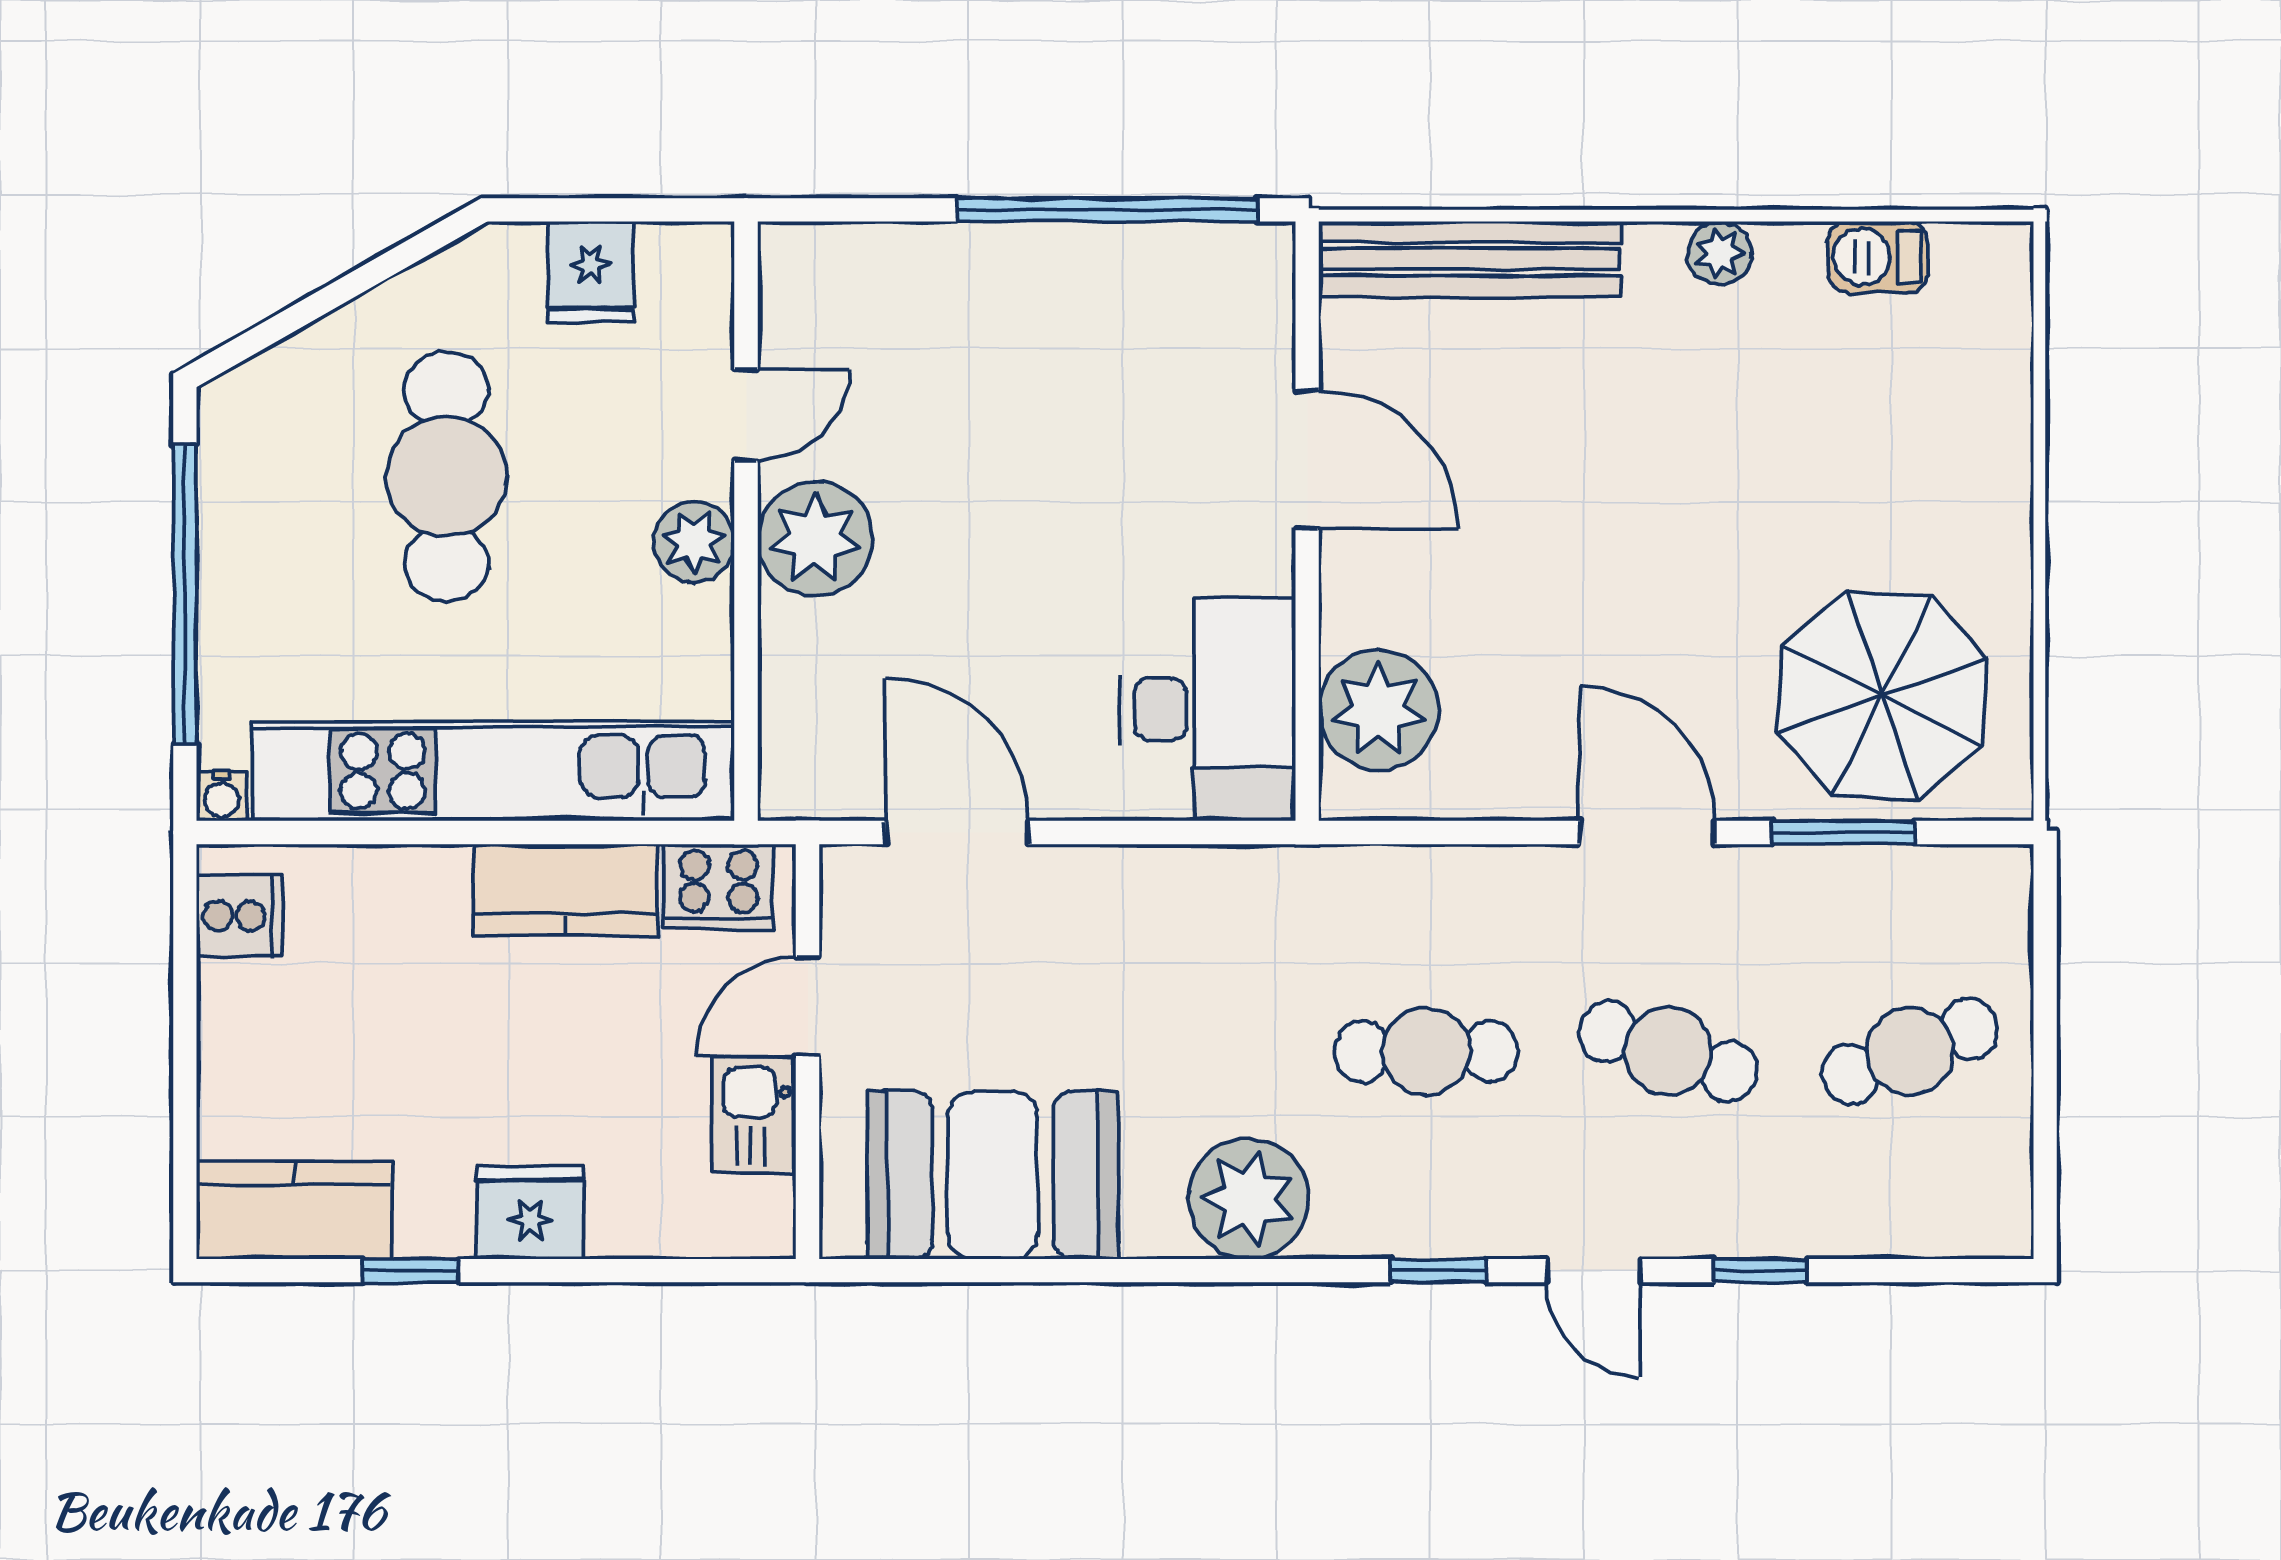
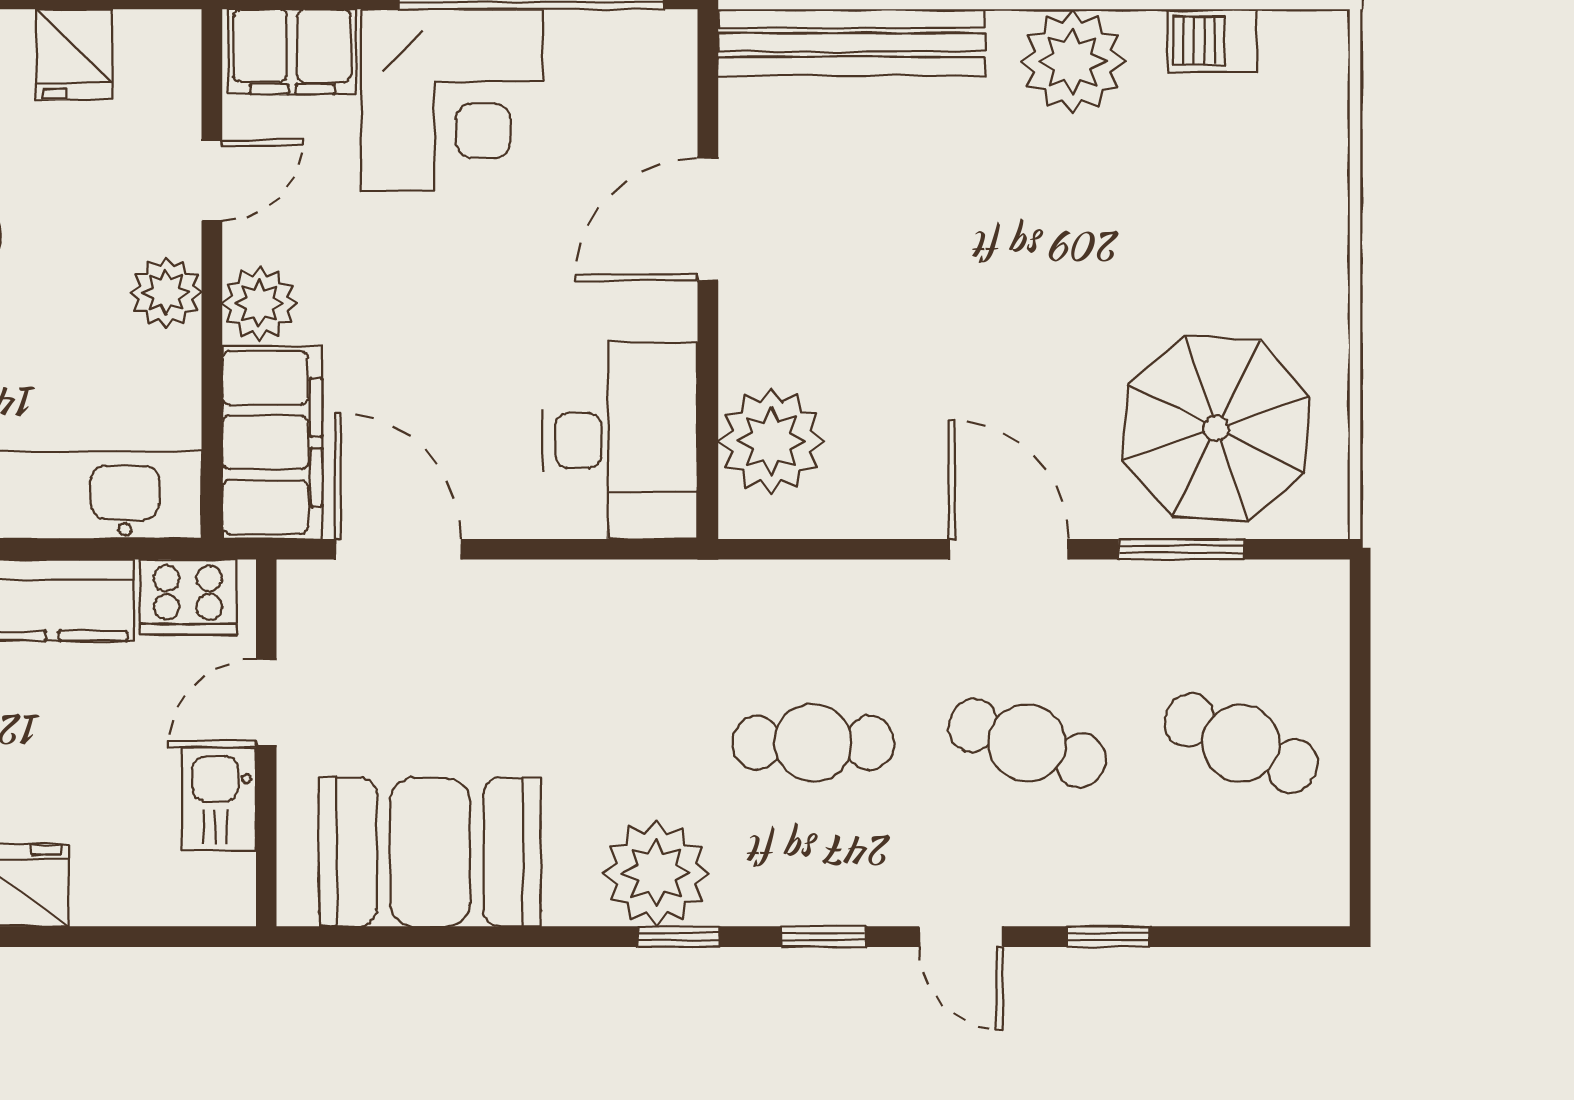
plant: (1720, 253) -> (1072, 62), width x1.88, depth x1.88
filing cabinet: (837, 270) -> (292, 52), added
corner desk: (1018, 324) -> (452, 100), added
door: (1307, 459) -> (708, 219), swing flipped
plant: (815, 539) -> (259, 303), width x0.73, depth x0.73
filing cabinet: (814, 712) -> (272, 442), added
cafe table: (1910, 1052) -> (1241, 743), turned 45
window: (1274, 1271) -> (679, 937), added

